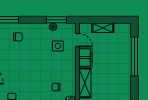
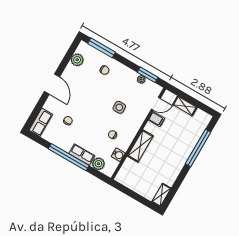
door: (77, 40) -> (156, 104), hinge flipped
side table: (58, 46) -> (119, 107), moved
filing cabinet: (85, 58) -> (156, 119), width x0.50

